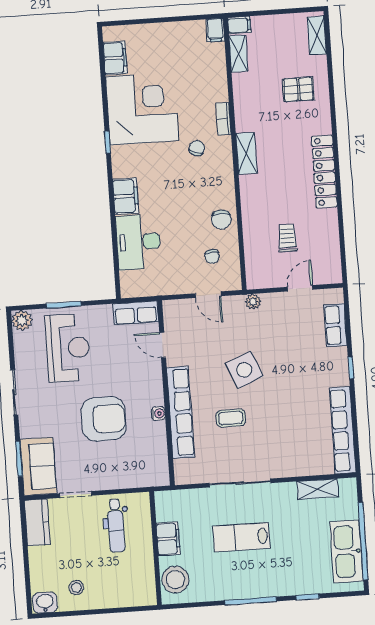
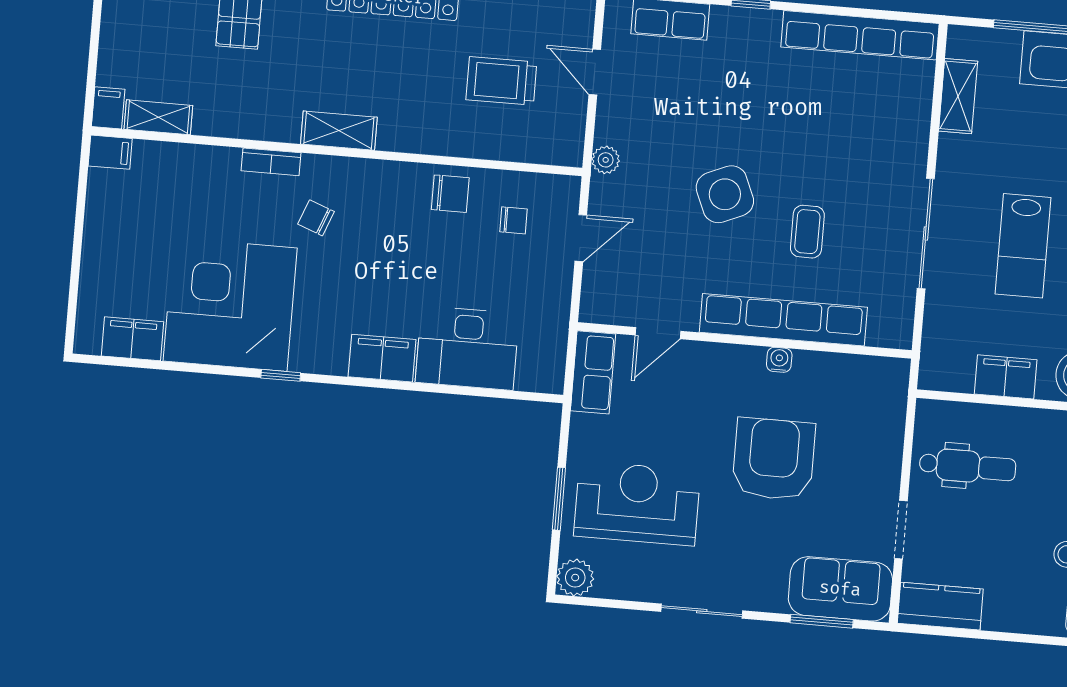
trolley: (287, 238) -> (501, 81), width x1.36, depth x1.39

